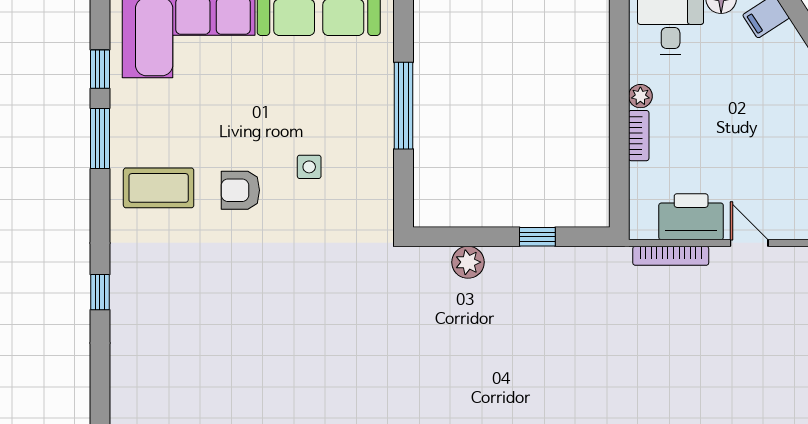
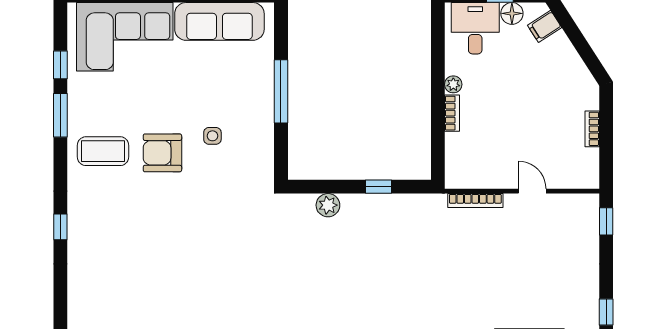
armchair: (240, 190) -> (162, 153), width x1.38, depth x1.38
printer: (691, 217) -> (490, 172), removed

